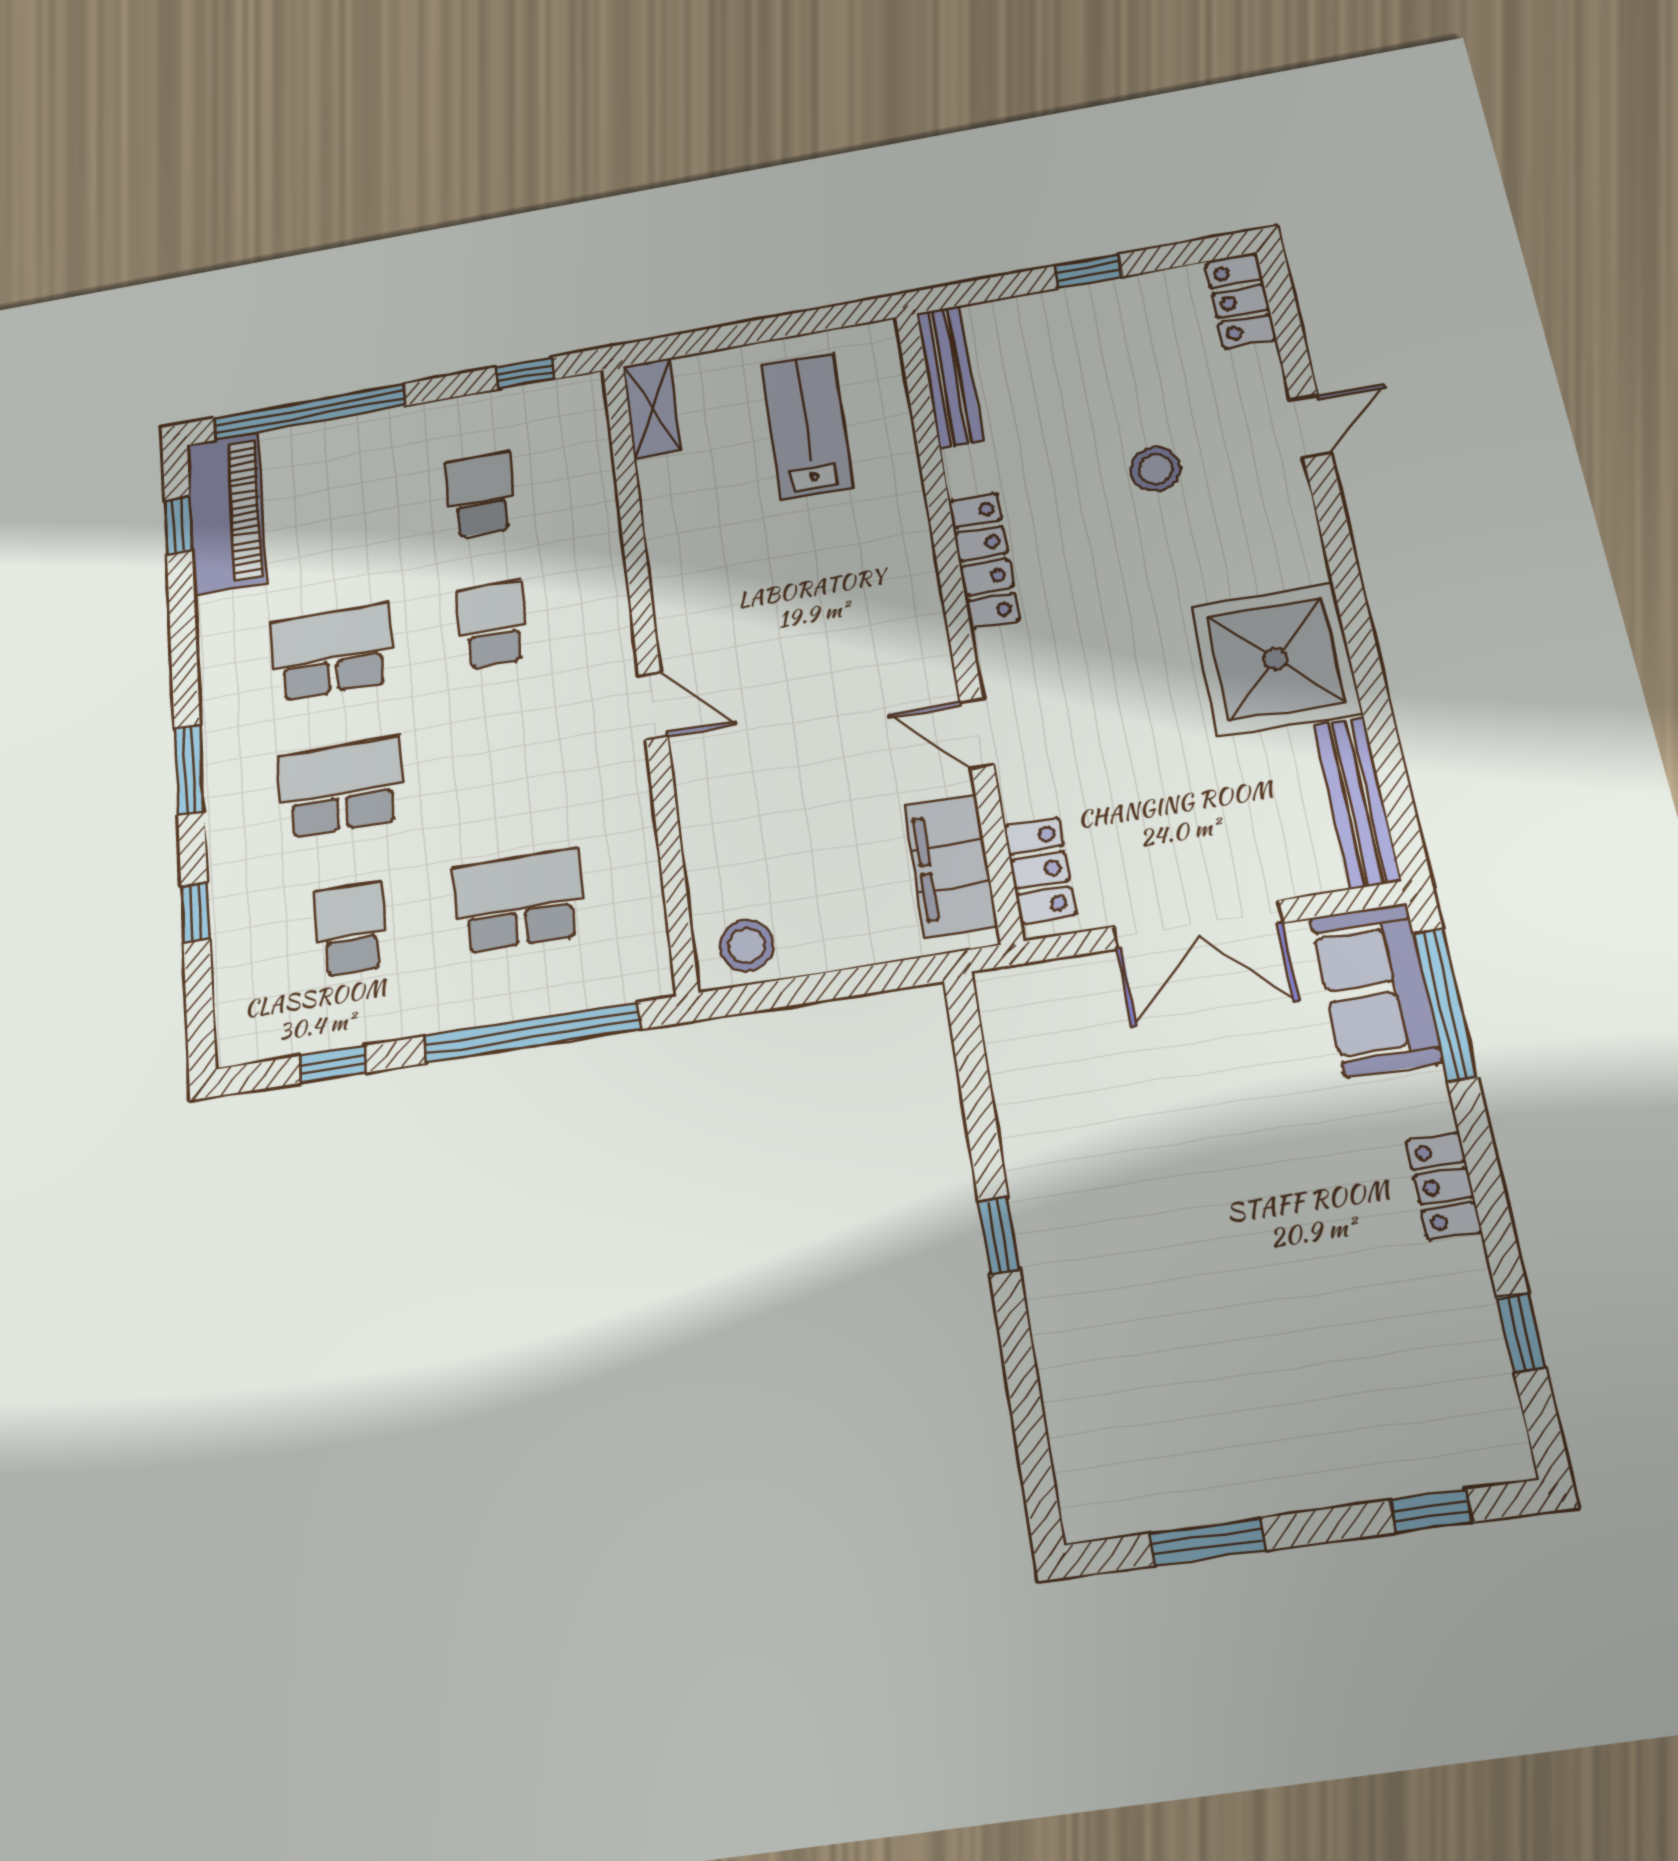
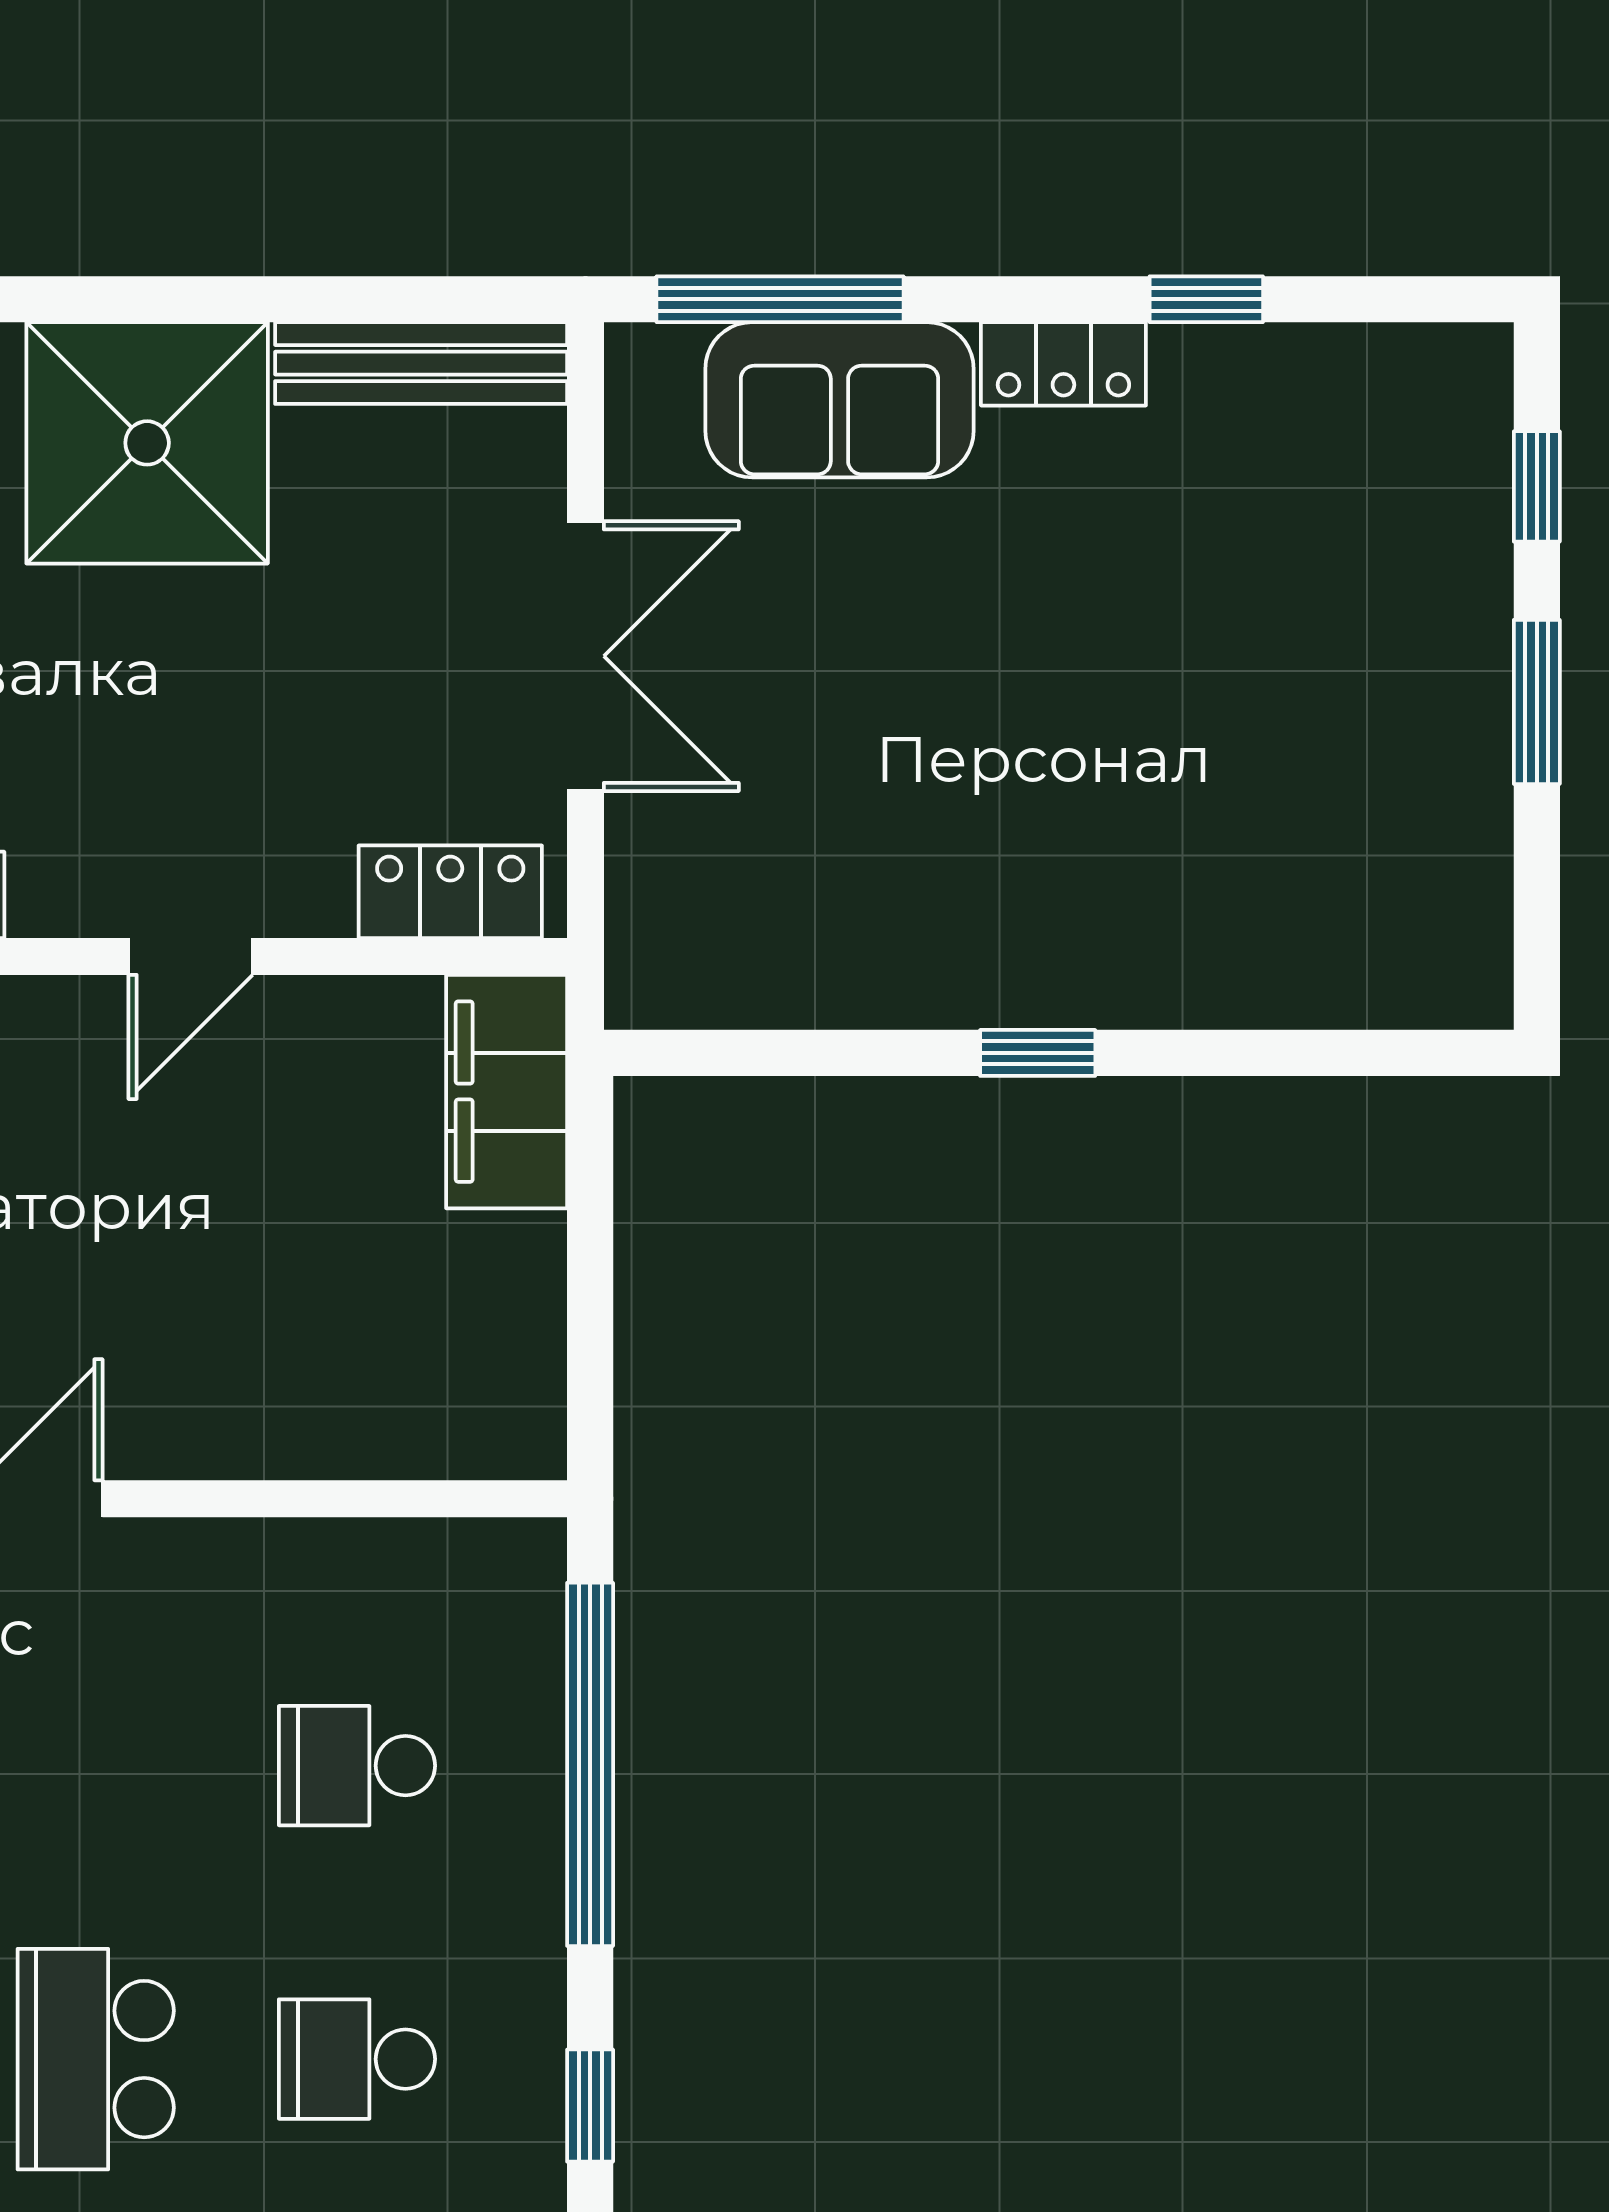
filing cabinet: (951, 866) -> (507, 1092), moved, turned 90
school desk: (519, 901) -> (357, 1766), width x0.54
stool: (747, 946) -> (499, 1391), removed
sofa: (1376, 989) -> (839, 400), moved
window: (1521, 1333) -> (1206, 299), moved
window: (1207, 1542) -> (1537, 702), moved

